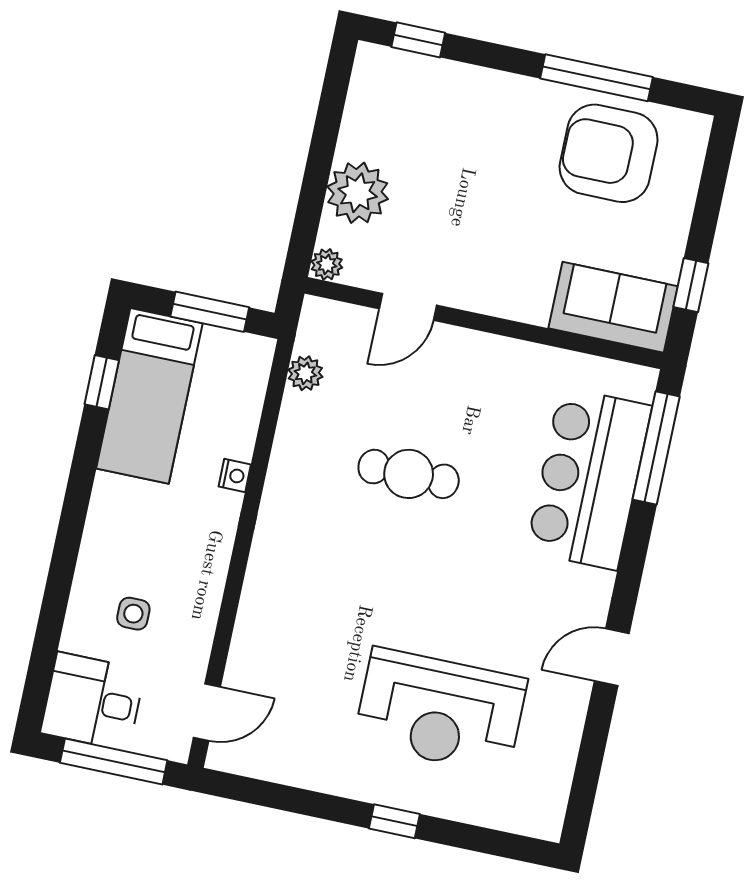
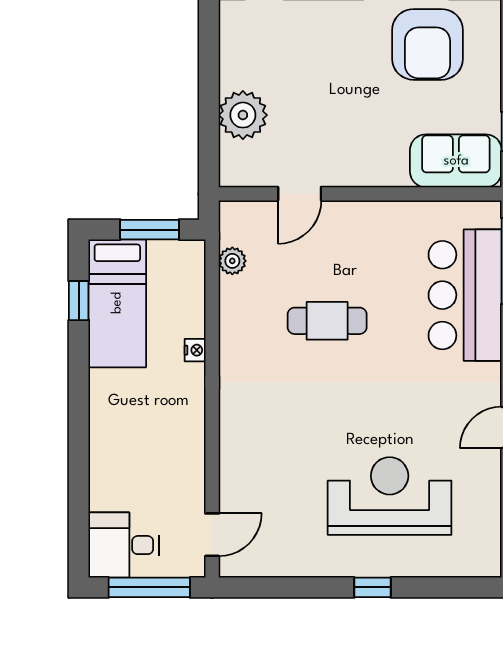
armchair: (609, 153) -> (427, 44), turned -90
plant: (327, 264) -> (231, 175), removed
side table: (133, 614) -> (140, 472), removed
reception desk: (440, 711) -> (390, 496), turned 180

